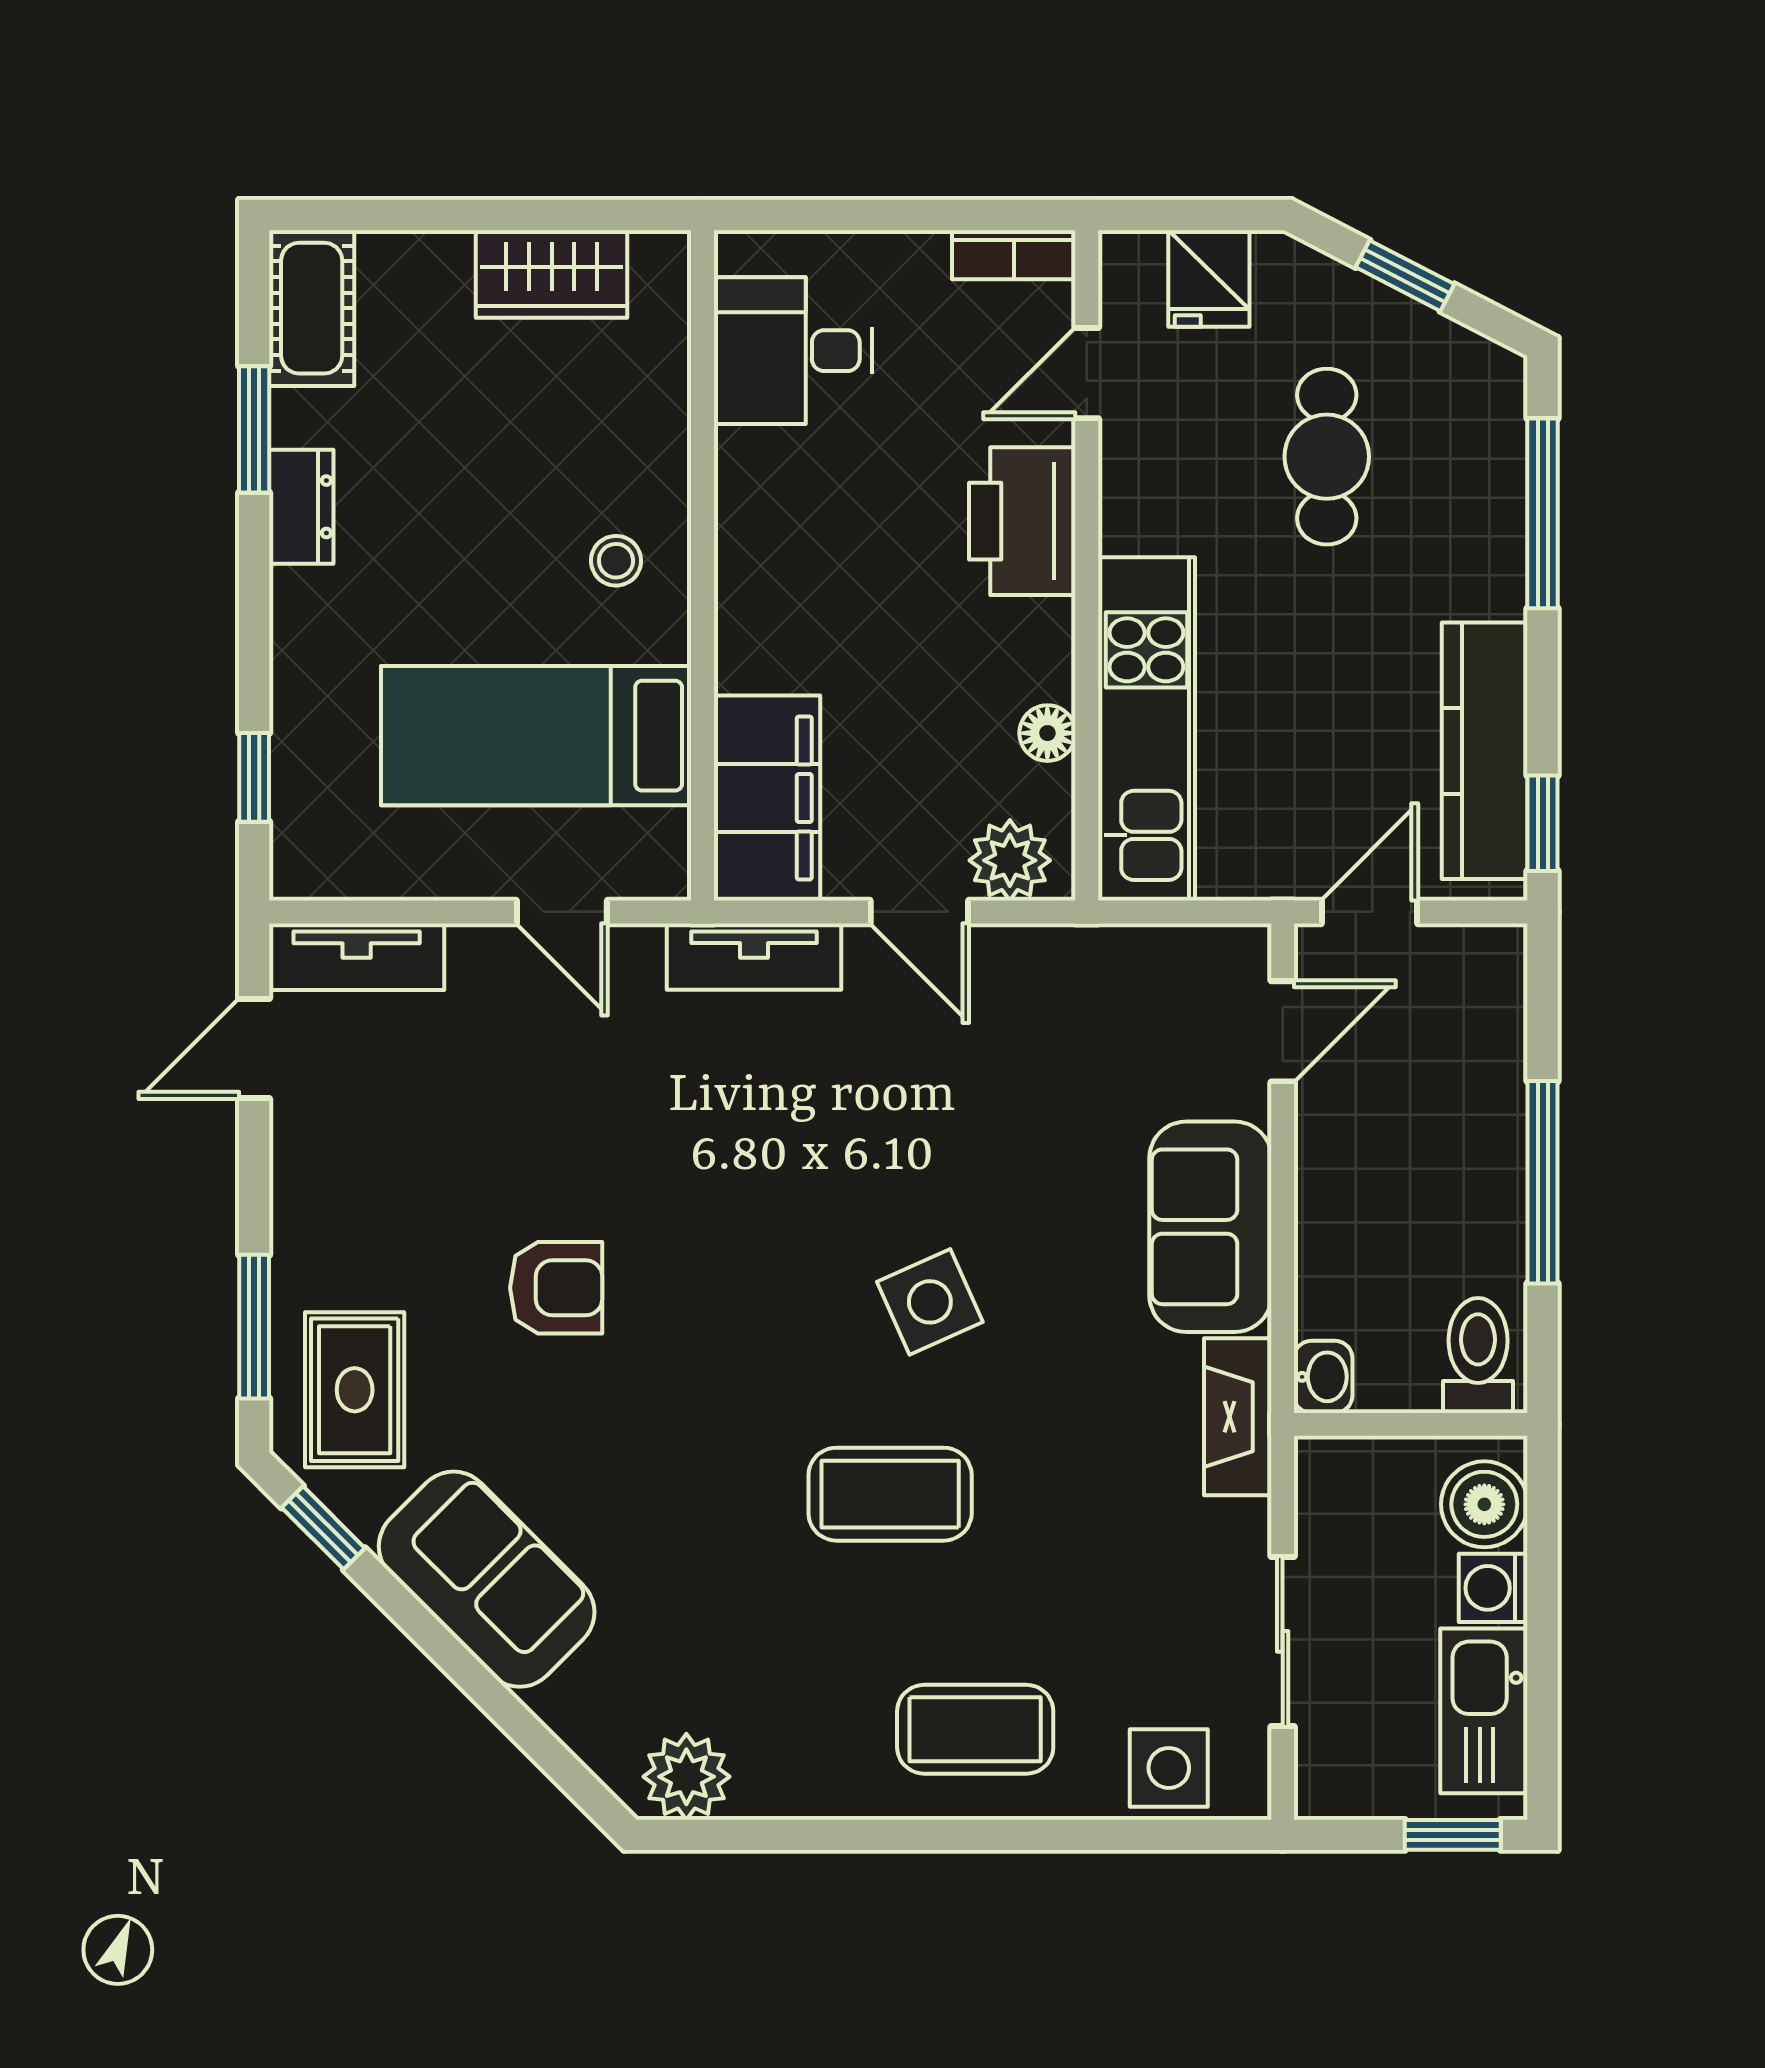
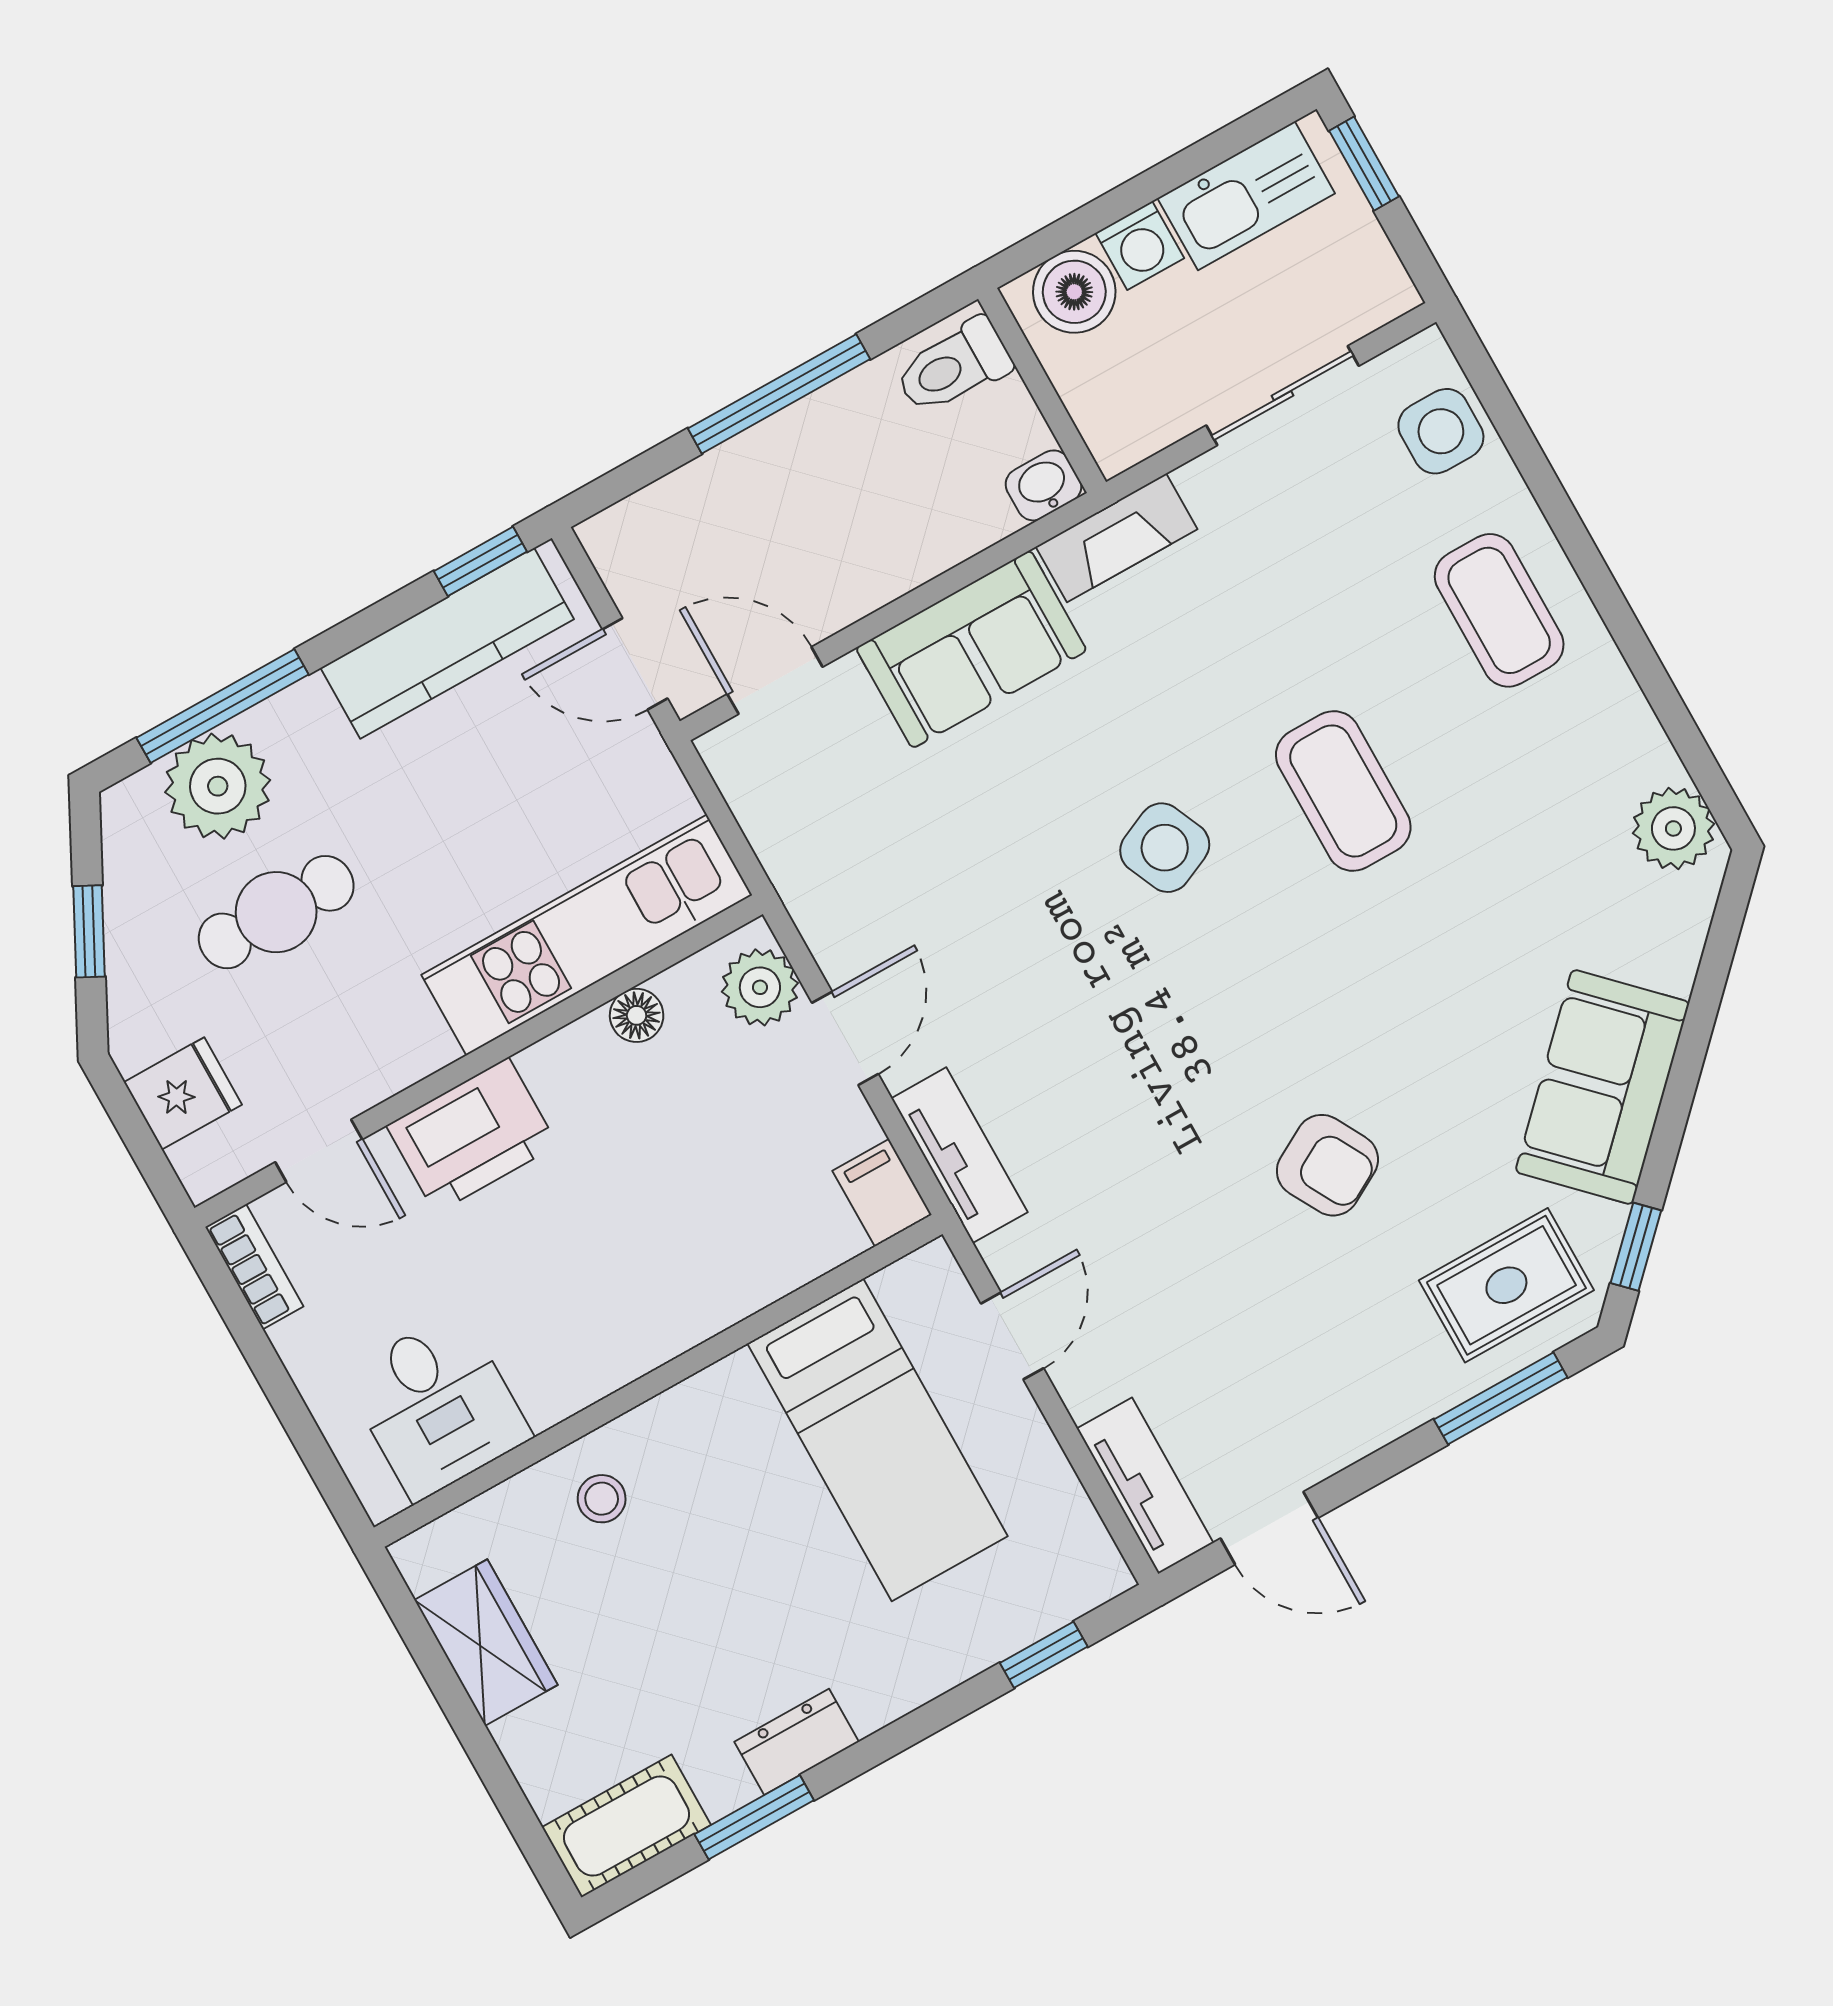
plant: (1472, 468) -> (218, 786), added
stool: (616, 561) -> (602, 1499), moved
filing cabinet: (767, 798) -> (882, 1193), width x0.33, depth x0.86
armchair: (556, 1288) -> (1327, 1165), turned 151

